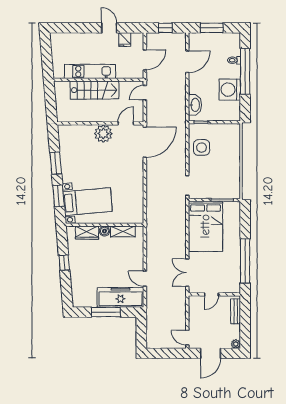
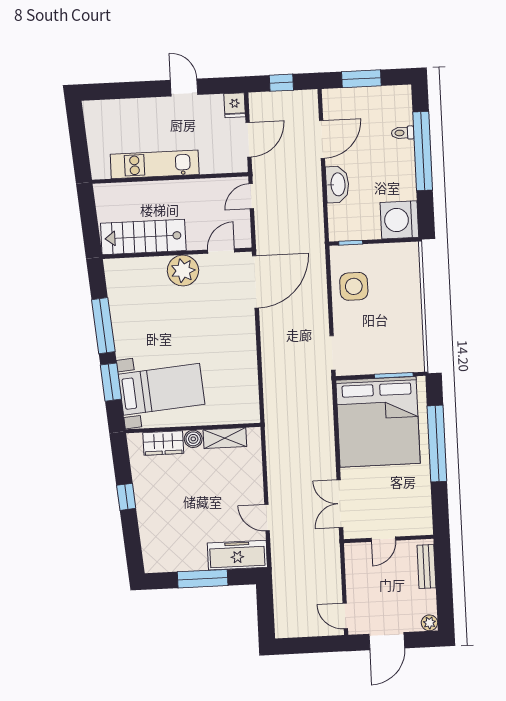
fridge: (125, 40) -> (235, 105), moved
stairs: (95, 90) -> (143, 237), moved, turned 180
washing machine: (230, 90) -> (399, 220), moved
washbasin: (195, 105) -> (337, 184), moved
window: (56, 163) -> (103, 326), width x1.44
bed: (205, 226) -> (378, 422), width x1.36
window: (245, 261) -> (437, 444), moved
freezer: (120, 297) -> (237, 555), width x0.73, depth x0.79

